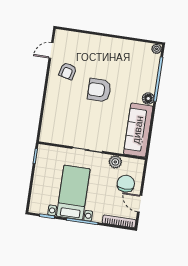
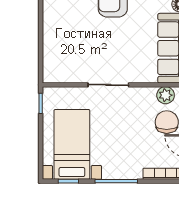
plant: (115, 162) -> (166, 95), moved
bed with nightstands: (73, 193) -> (72, 144), moved

